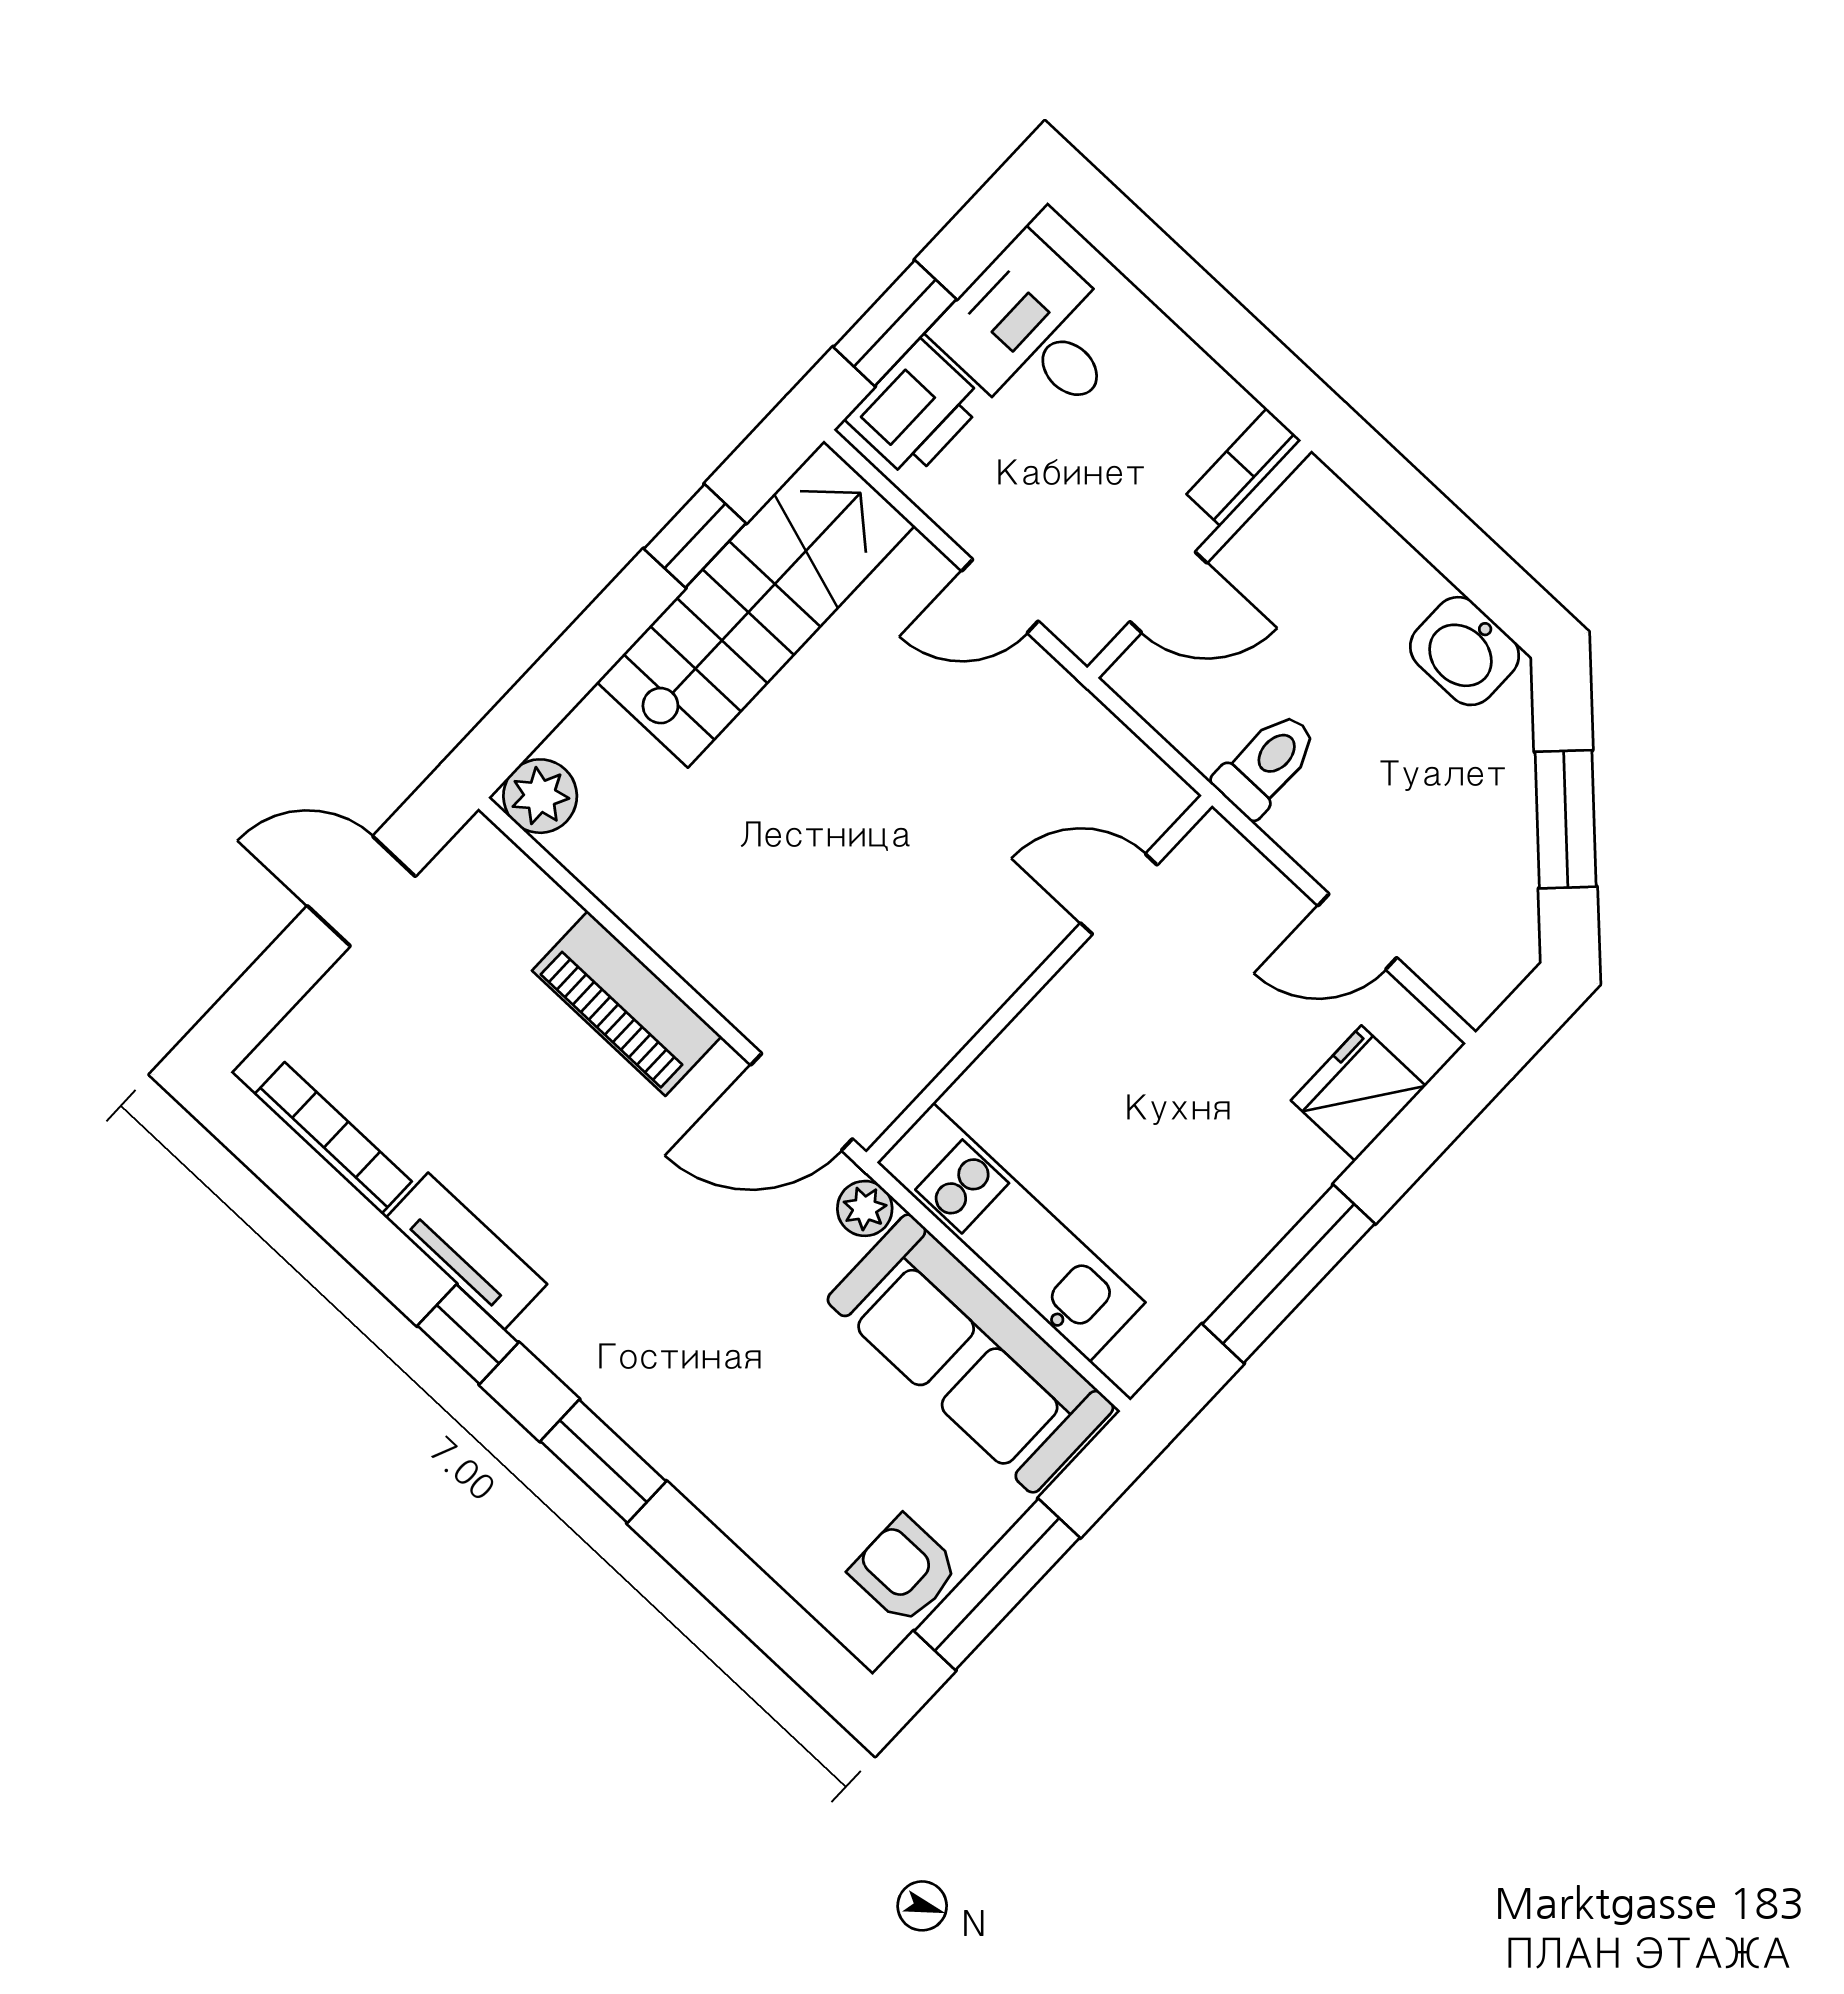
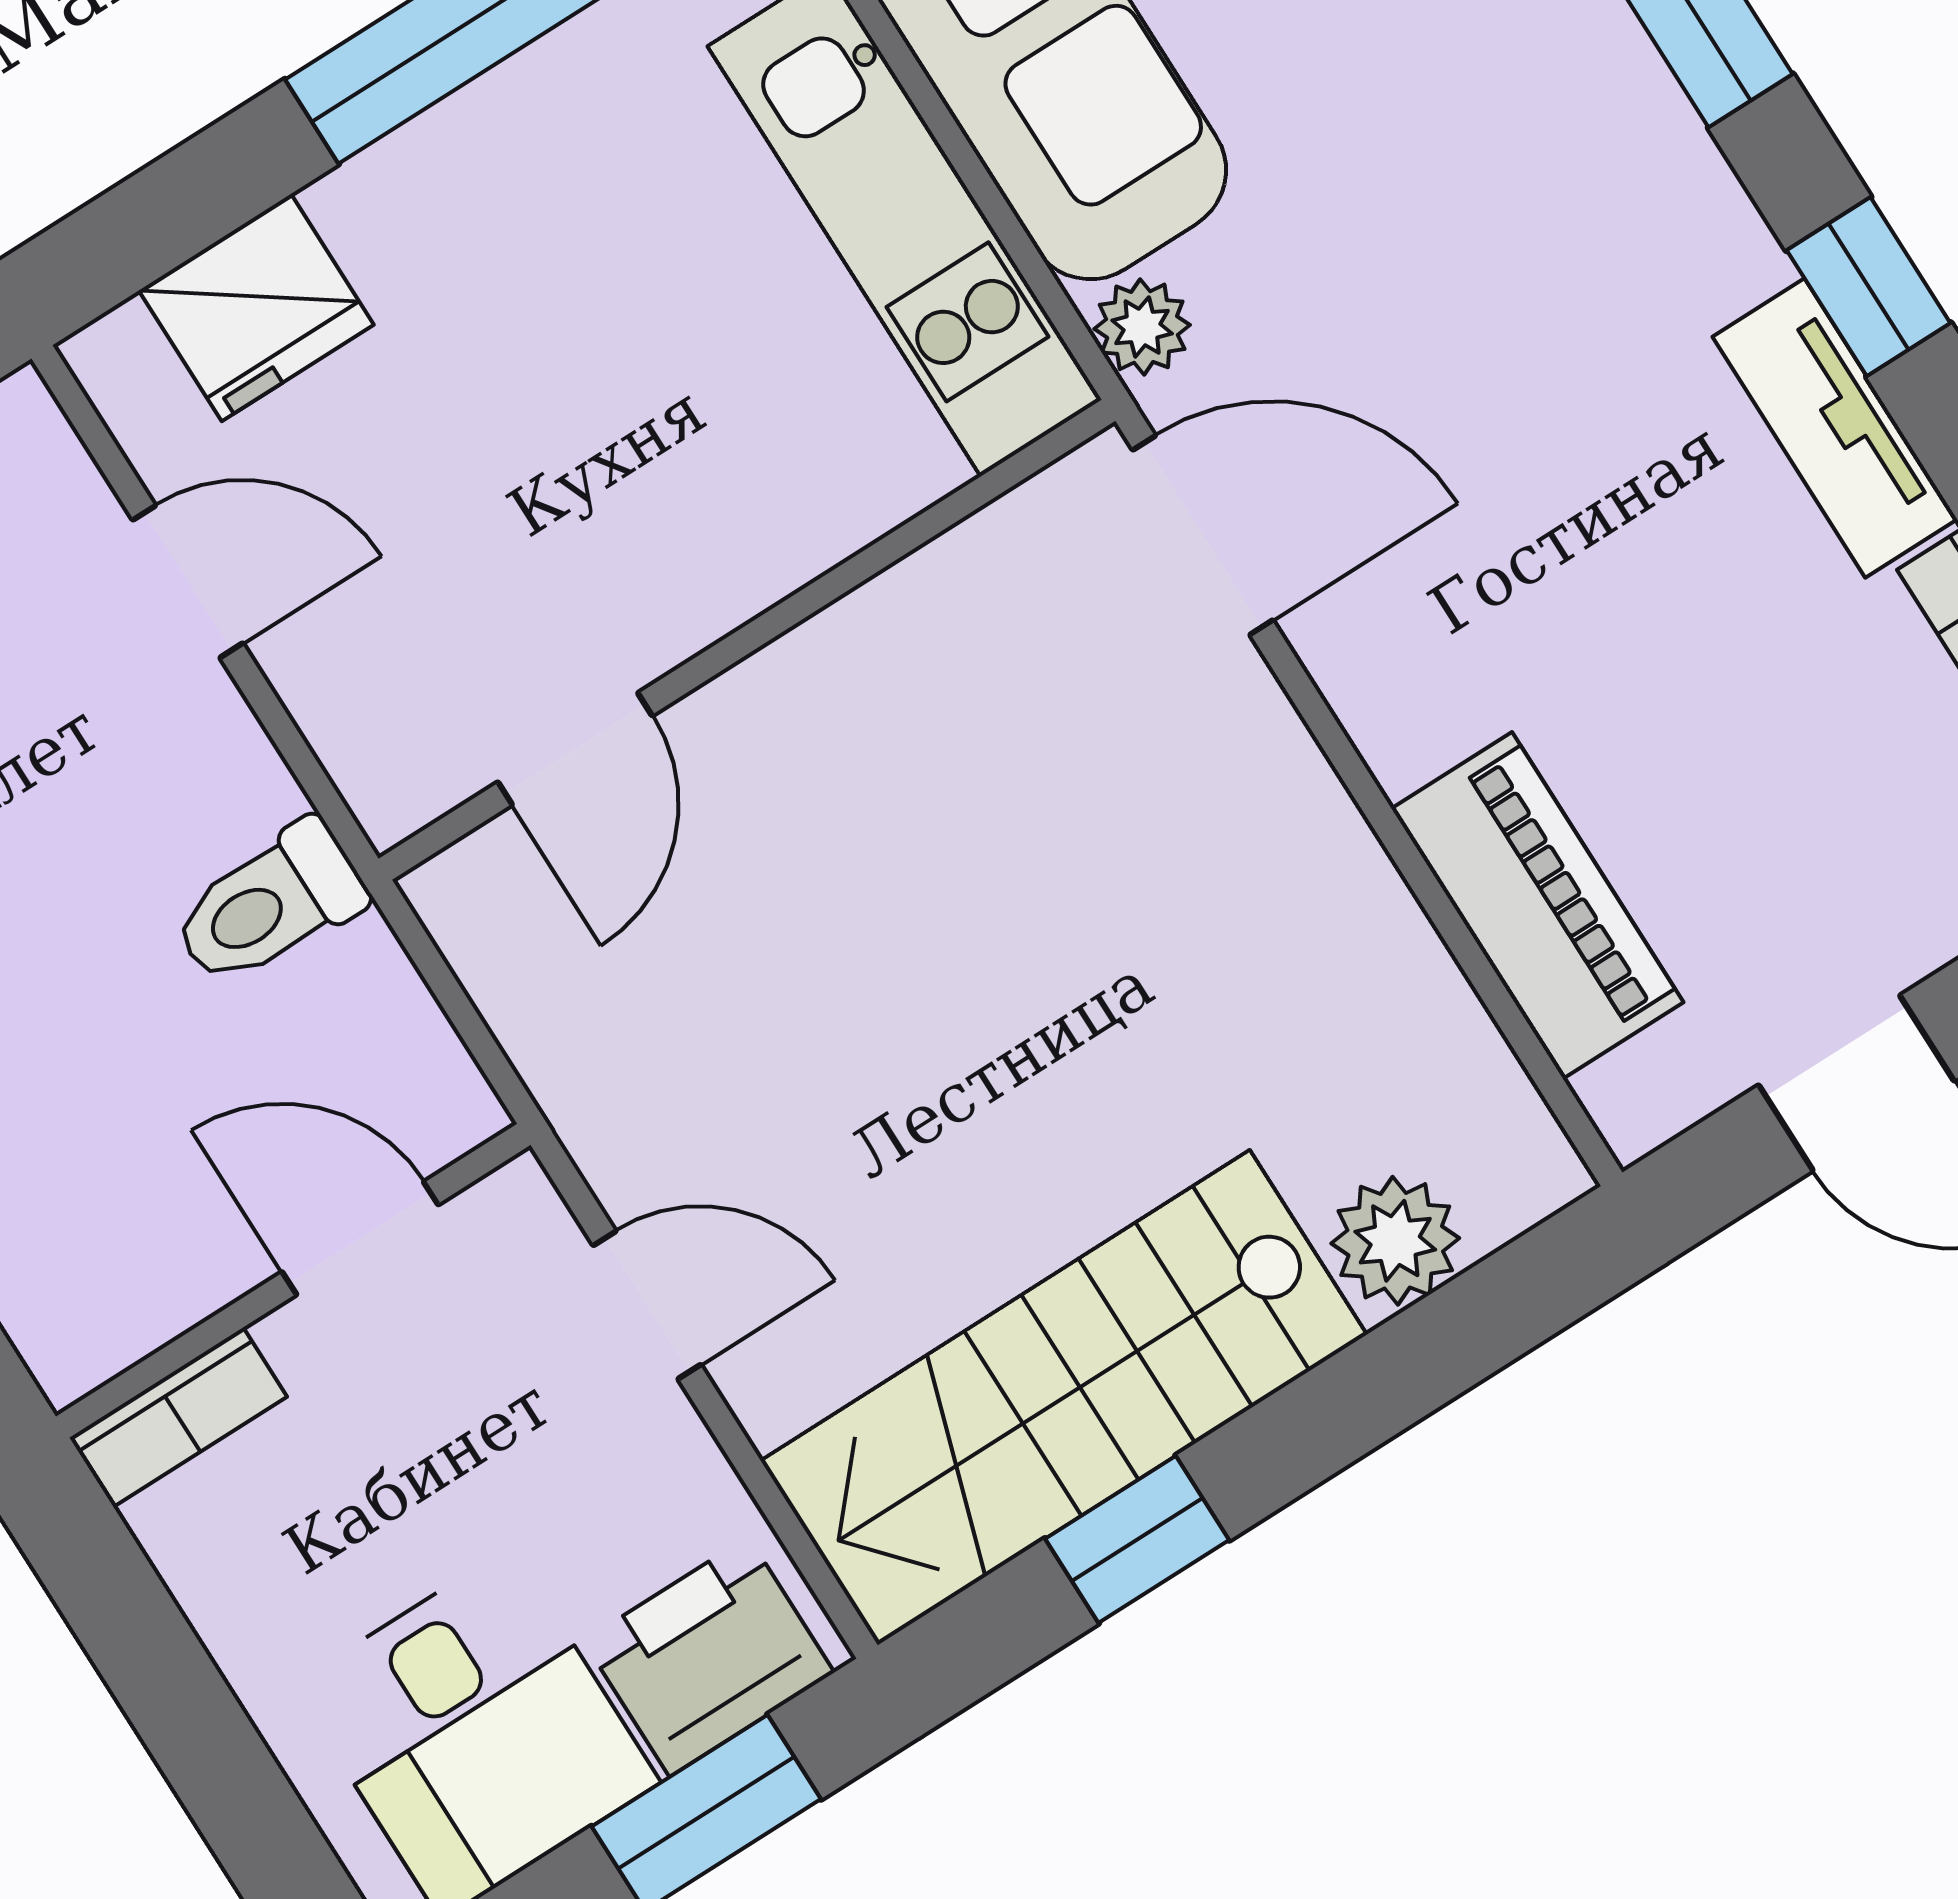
plant: (540, 796) -> (1395, 1241), moved
door: (1119, 894) -> (575, 749), hinge flipped
piano: (627, 1003) -> (1537, 906), moved

